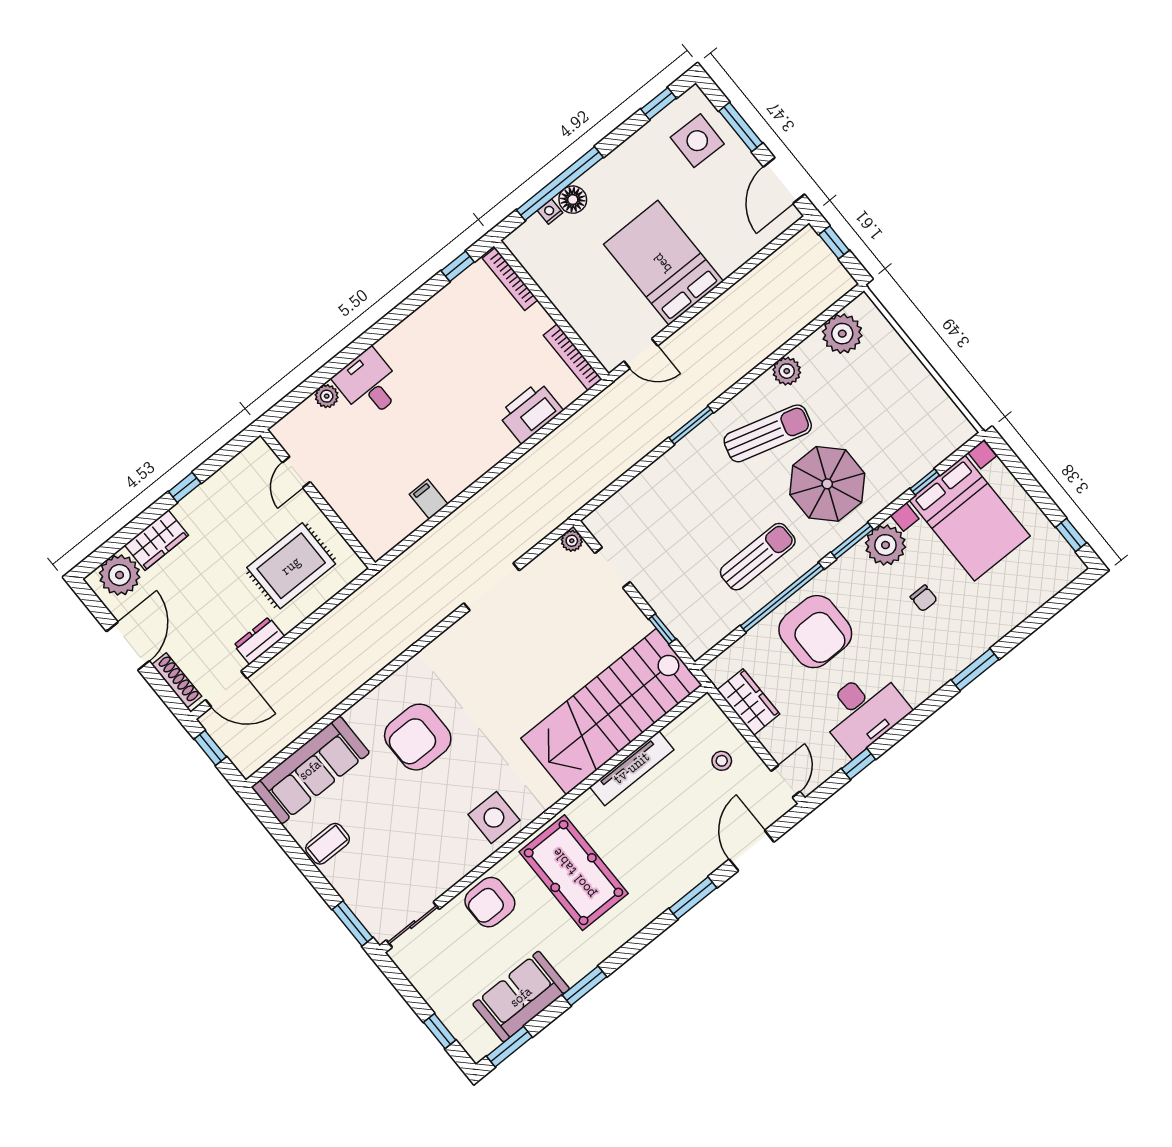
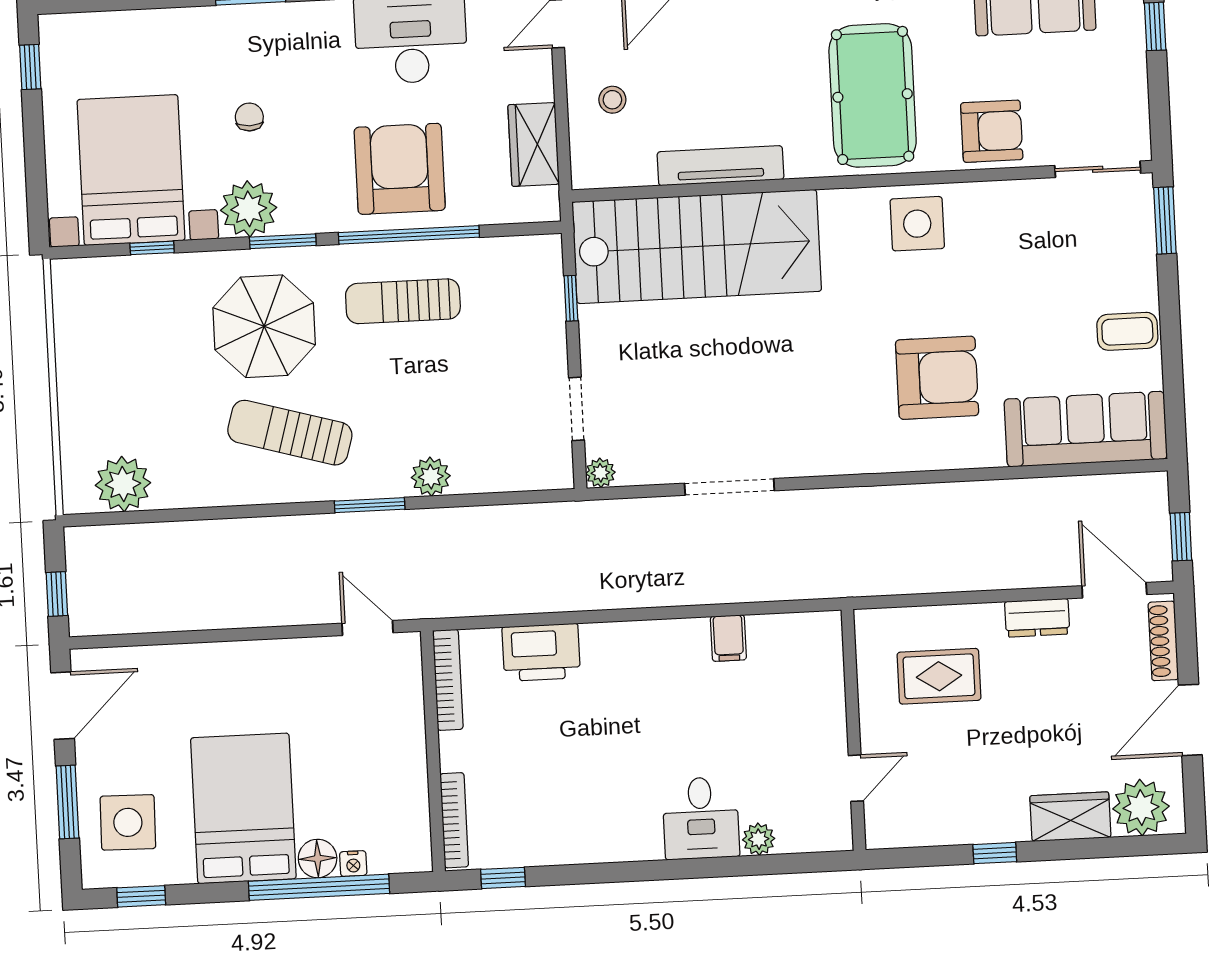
bed: (663, 263) -> (243, 808), moved, turned 180
plant: (787, 371) -> (431, 477), moved
rug: (291, 566) -> (939, 676), width x0.73, depth x0.70

